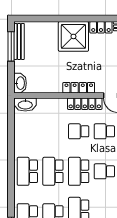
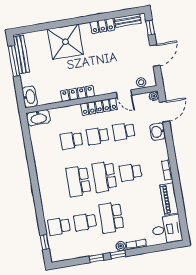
shower: (73, 36) -> (65, 42), moved
locker: (79, 88) -> (77, 94), moved
school desk: (27, 171) -> (71, 140), moved, width x0.54

